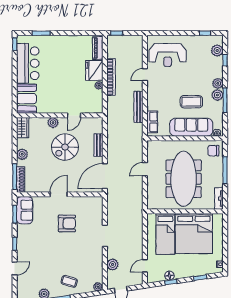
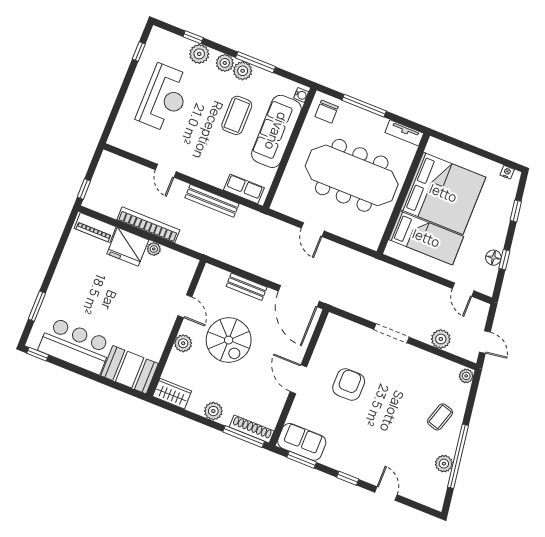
plant: (217, 51) -> (199, 54), moved
reception desk: (168, 55) -> (164, 98), moved

